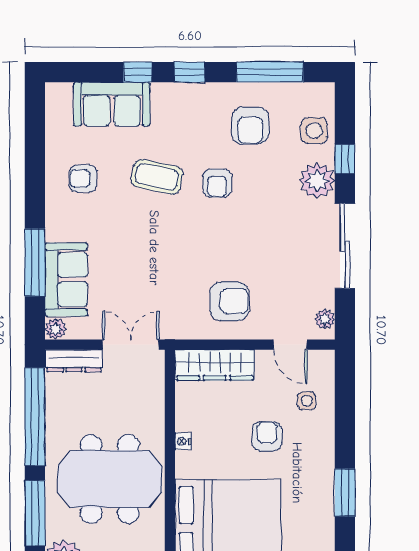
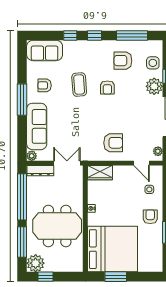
sofa: (112, 104) -> (45, 50), moved
armchair: (250, 126) -> (123, 61), turned 90
coffee table: (157, 177) -> (79, 85), turned 74
window: (35, 262) -> (22, 100), moved
sofa: (66, 280) -> (37, 126), width x1.36
wardrobe: (215, 365) -> (100, 173), width x0.67
armchair: (267, 436) -> (150, 217), moved

